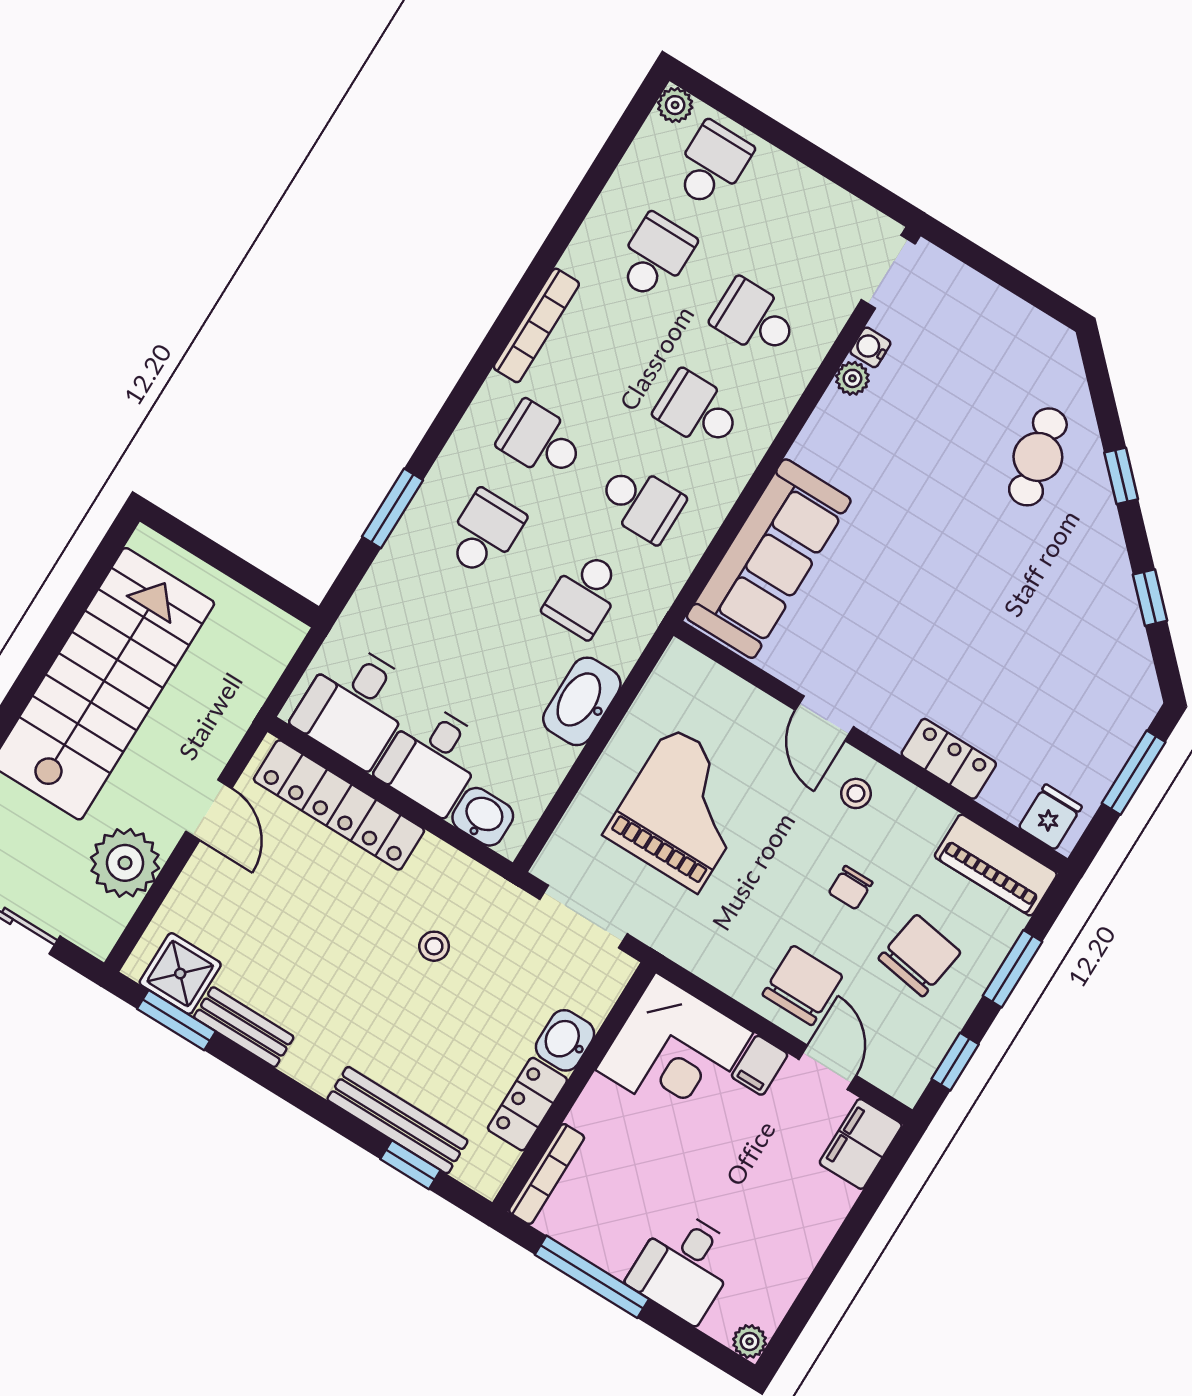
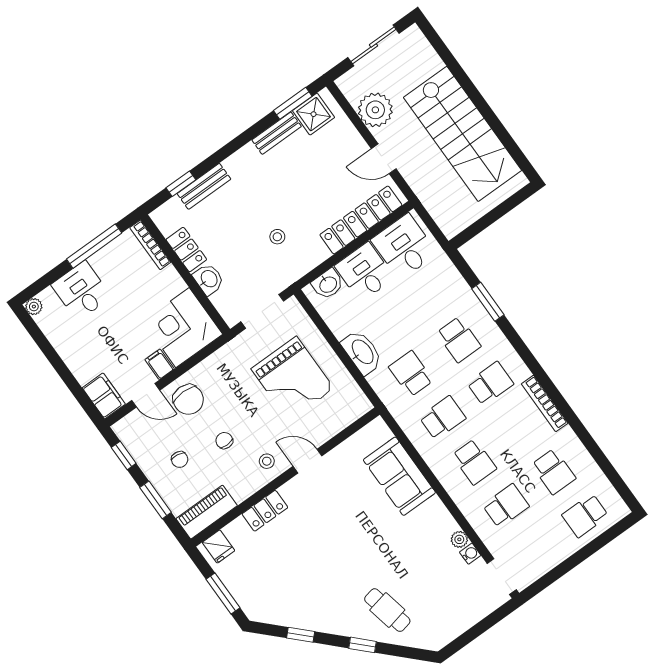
plant: (675, 105) -> (620, 510), removed
school desk: (712, 165) -> (585, 516), turned 90
school desk: (698, 411) -> (474, 462), turned 90
school desk: (641, 503) -> (443, 418), turned 180
sofa: (769, 559) -> (399, 476), width x0.73
chair: (920, 955) -> (180, 459), width x0.54, depth x0.54
bench: (397, 1120) -> (204, 186), width x0.73

